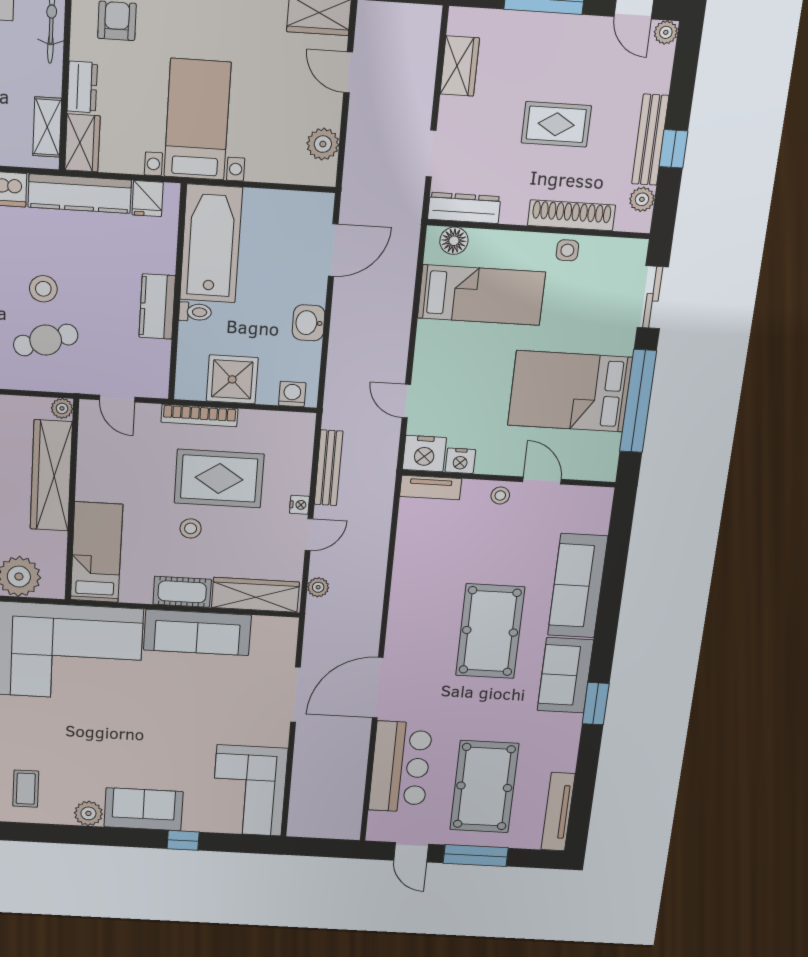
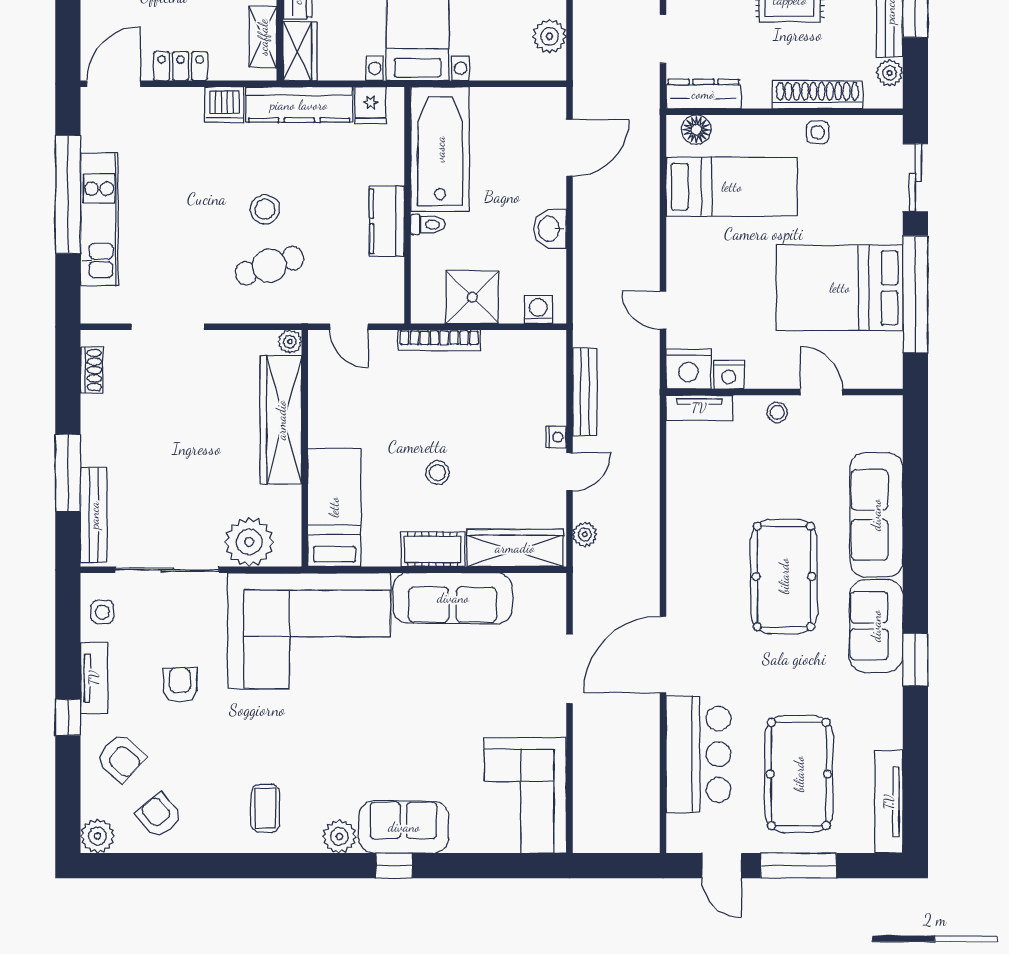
rug: (219, 478) -> (465, 412), removed
window: (183, 840) -> (394, 866), moved

